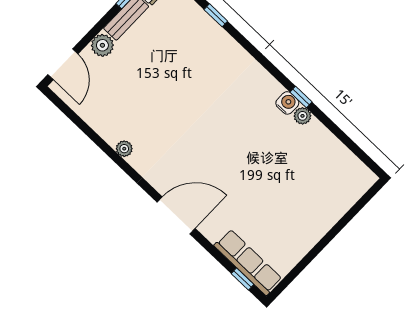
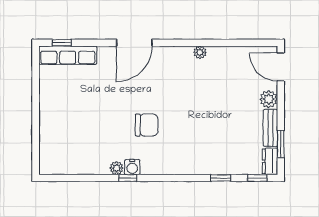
chair: (237, 129) -> (147, 125), added

